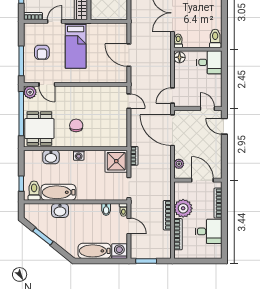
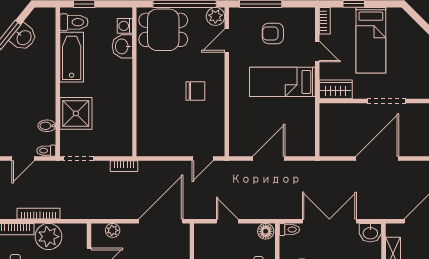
door: (172, 95) -> (227, 221), moved
chair: (76, 125) -> (195, 91), moved
washing machine: (79, 155) -> (125, 26), moved
shower: (116, 161) -> (76, 113), moved
washbasin: (60, 210) -> (24, 37), moved, turned -141

